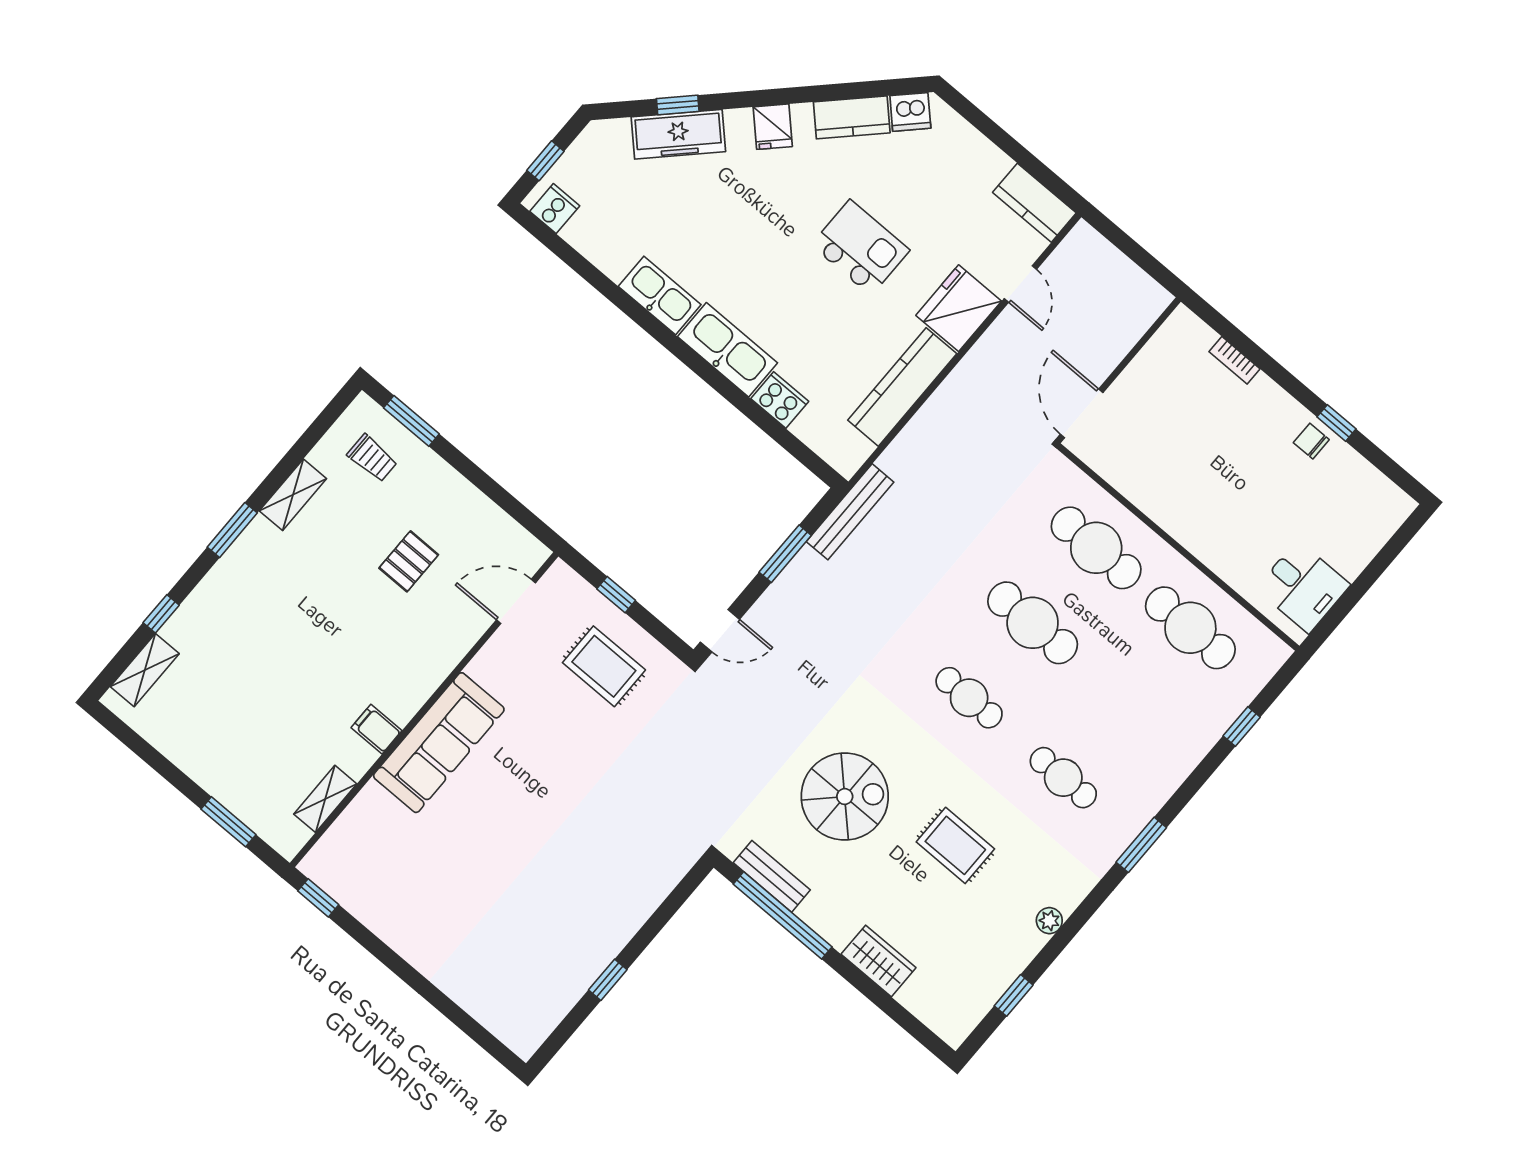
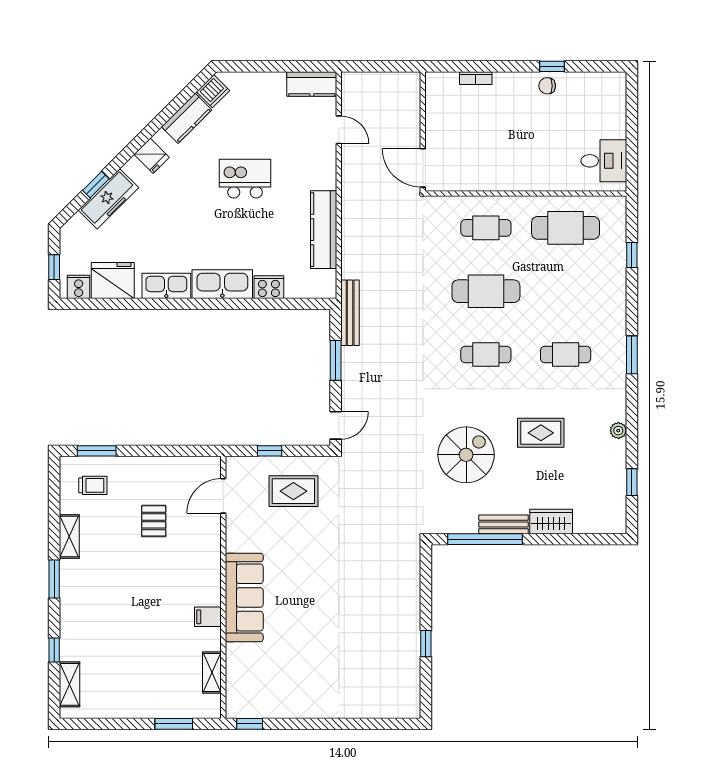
fridge: (959, 308) -> (113, 280), moved, turned 90
cafe table: (1096, 548) -> (486, 228), width x0.73, depth x0.74
bench: (772, 876) -> (504, 524), moved

